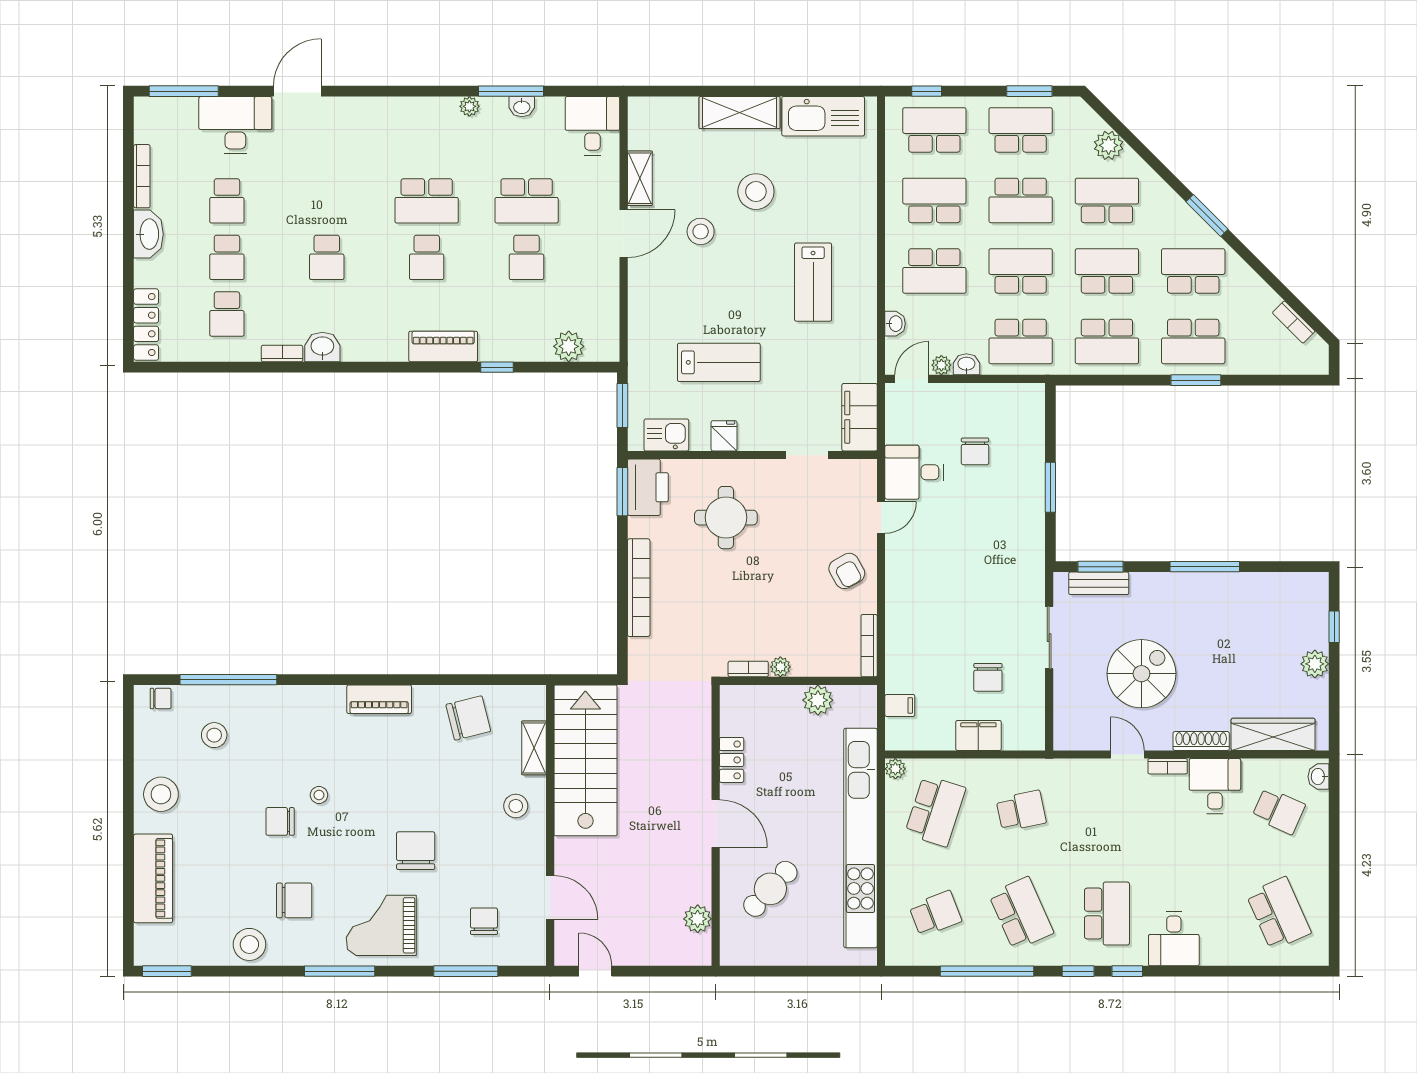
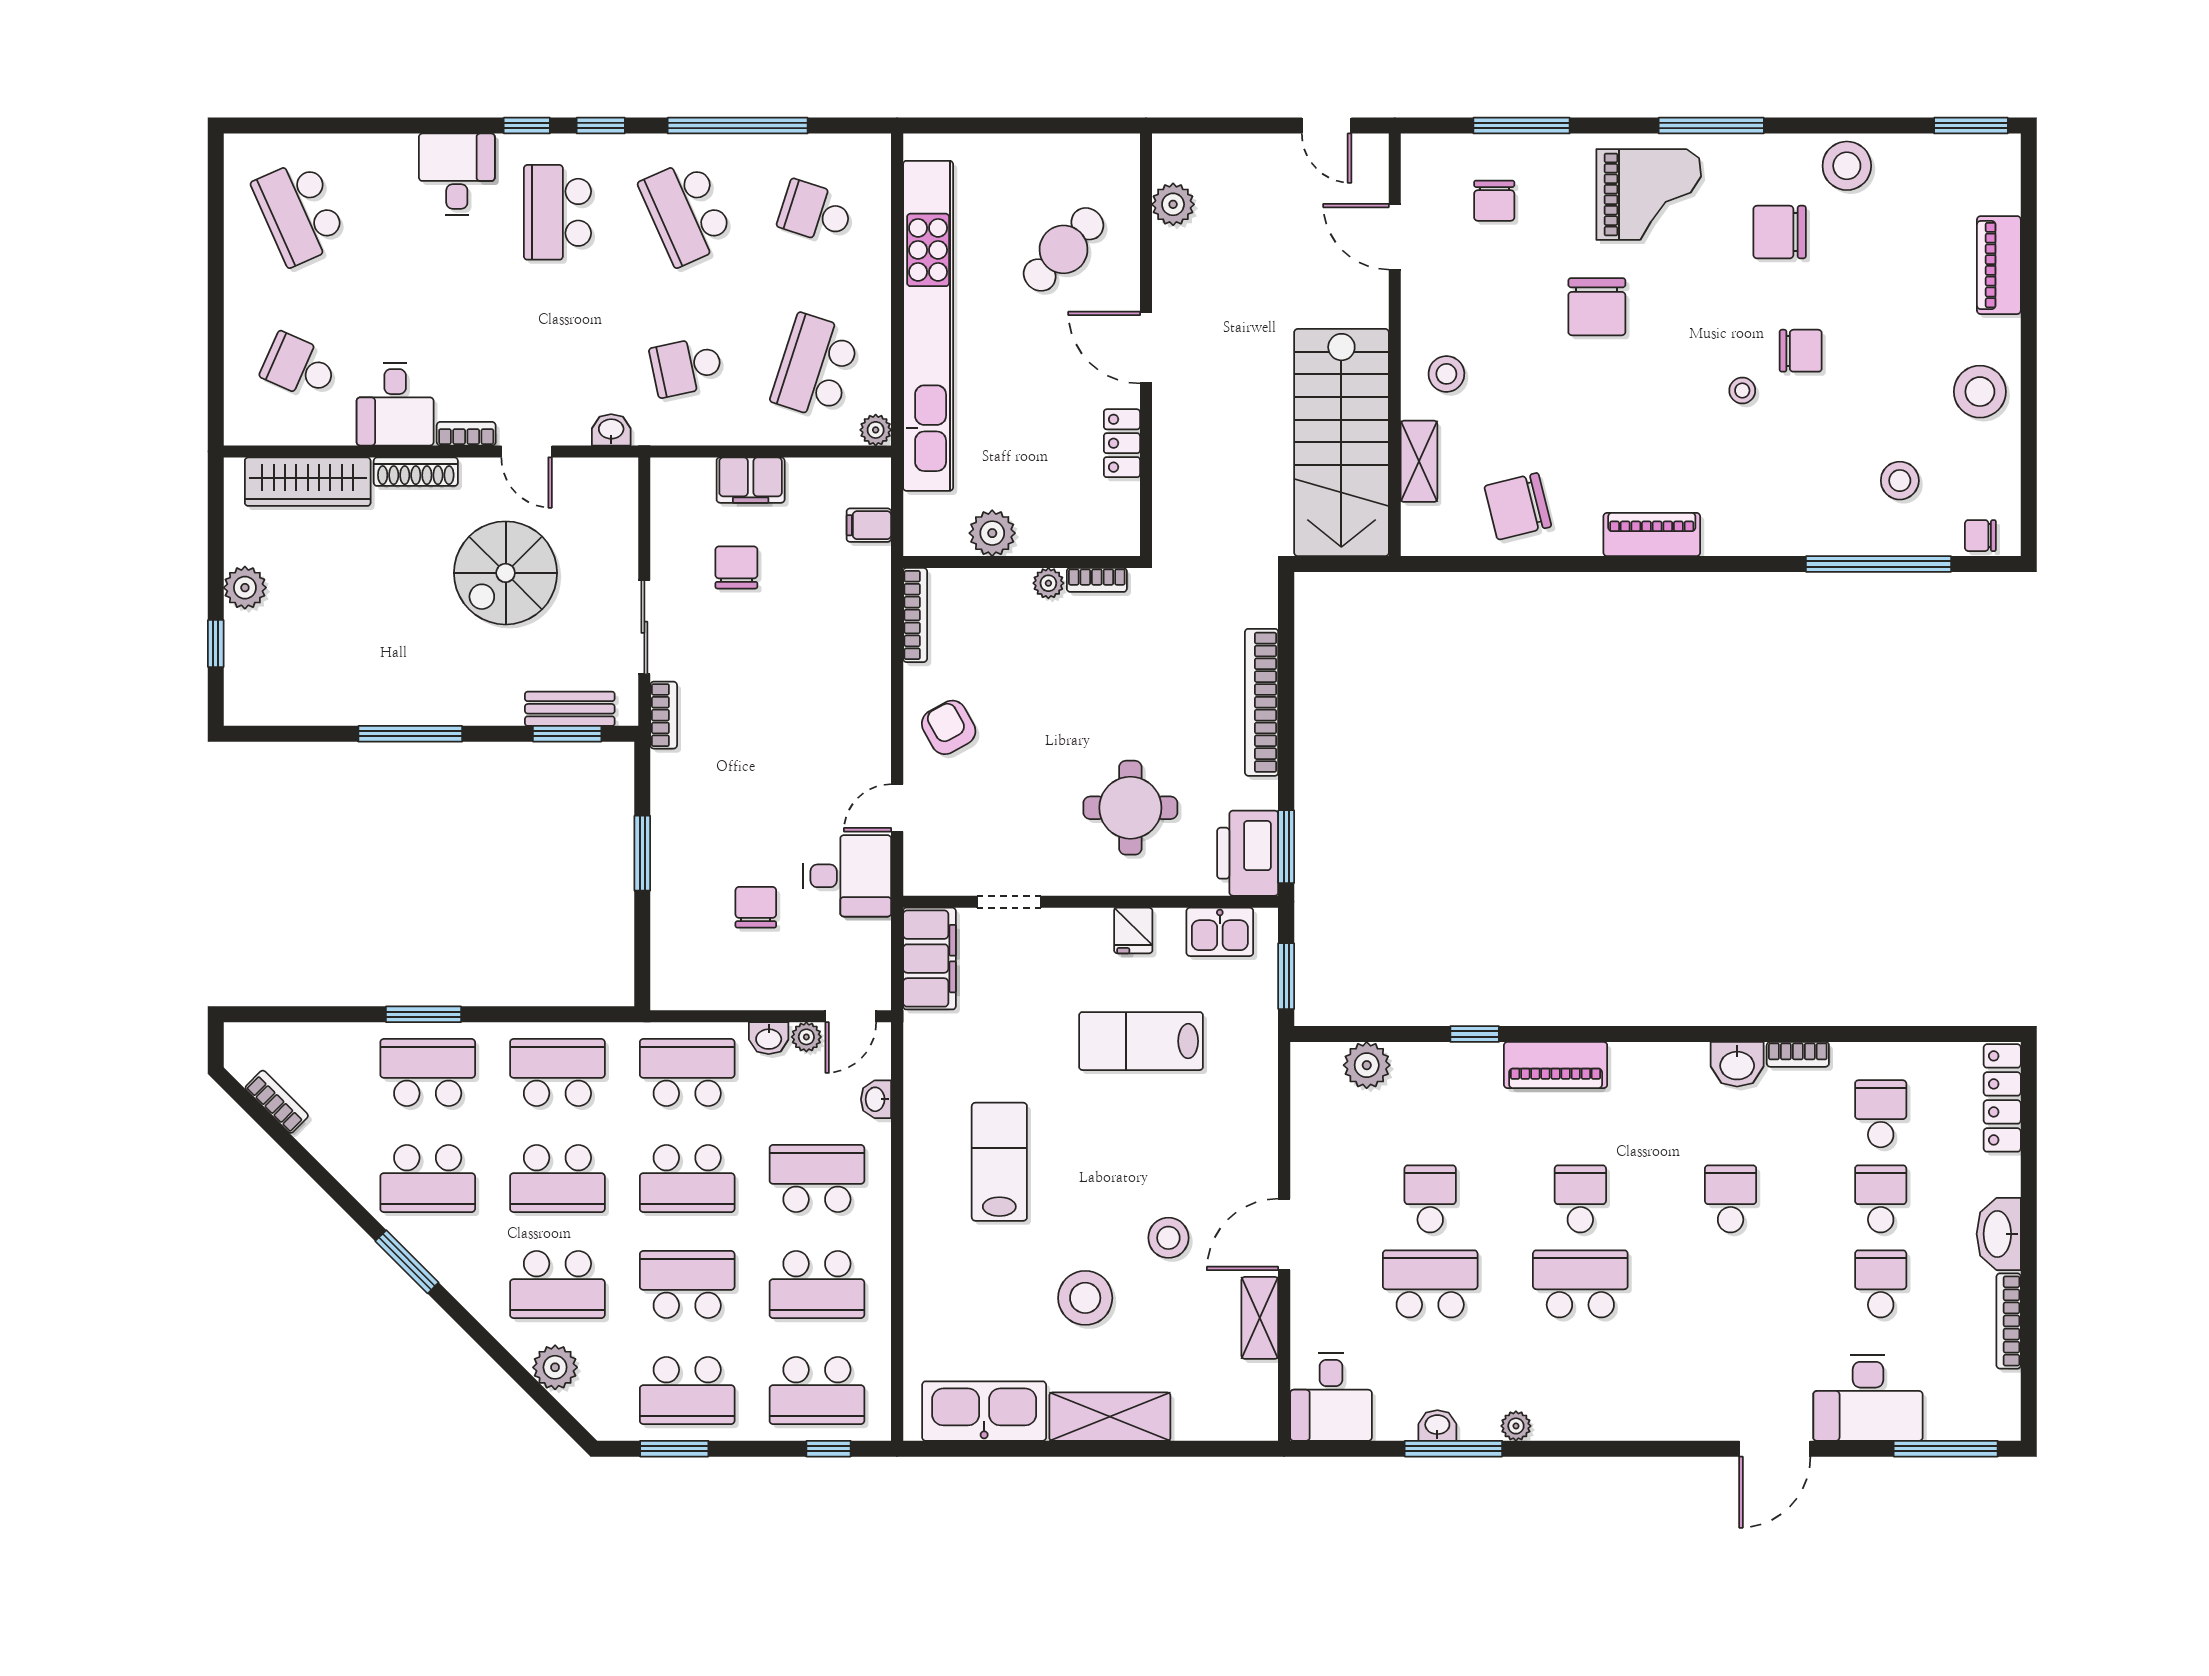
bookcase: (1036, 579) -> (664, 715), added
washbasin: (1318, 777) -> (611, 430), moved, turned -90
piano: (153, 878) -> (1999, 265), width x0.73, depth x0.75
school desk: (935, 914) -> (816, 212), turned 39

